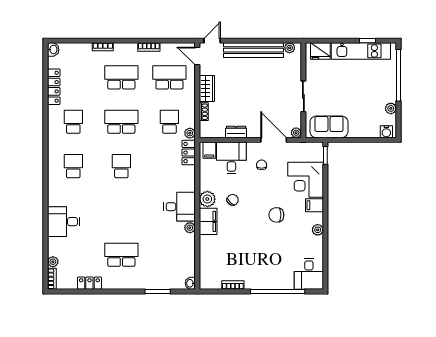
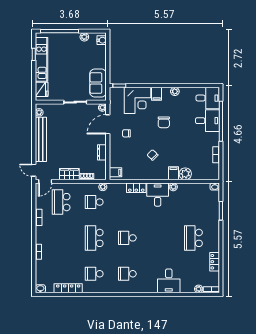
school desk: (121, 77) -> (61, 238), removed
locker: (189, 153) -> (136, 188), moved
desk: (231, 158) -> (207, 121), moved, turned 180
plant: (207, 199) -> (185, 174), moved
filing cabinet: (208, 221) -> (174, 173), width x0.50

